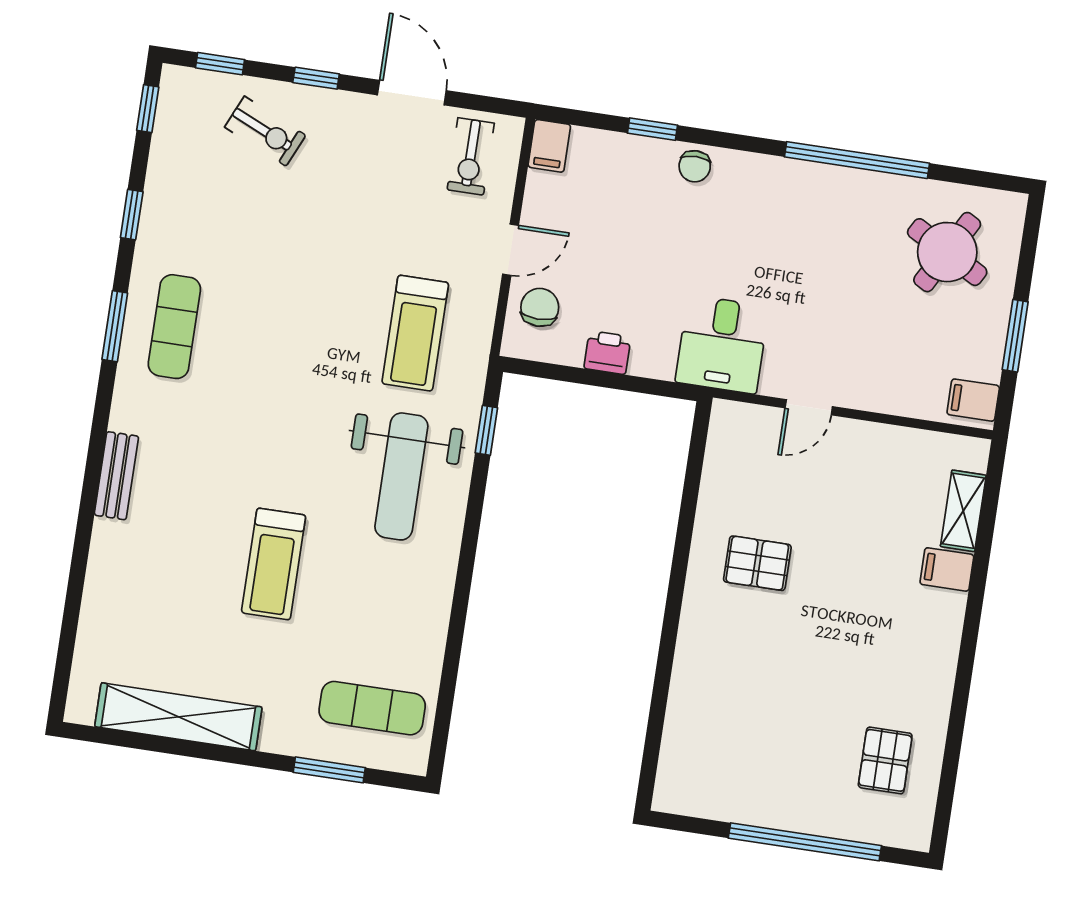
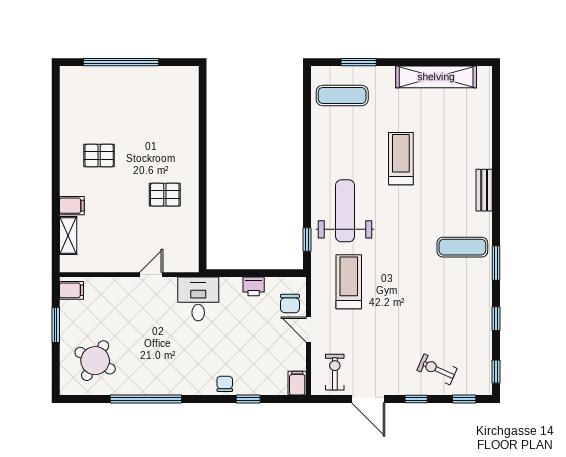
door: (511, 250) -> (308, 330), hinge flipped
exercise mat: (174, 327) -> (462, 247), moved, turned 90
pallet: (885, 760) -> (99, 156), moved, turned 90

